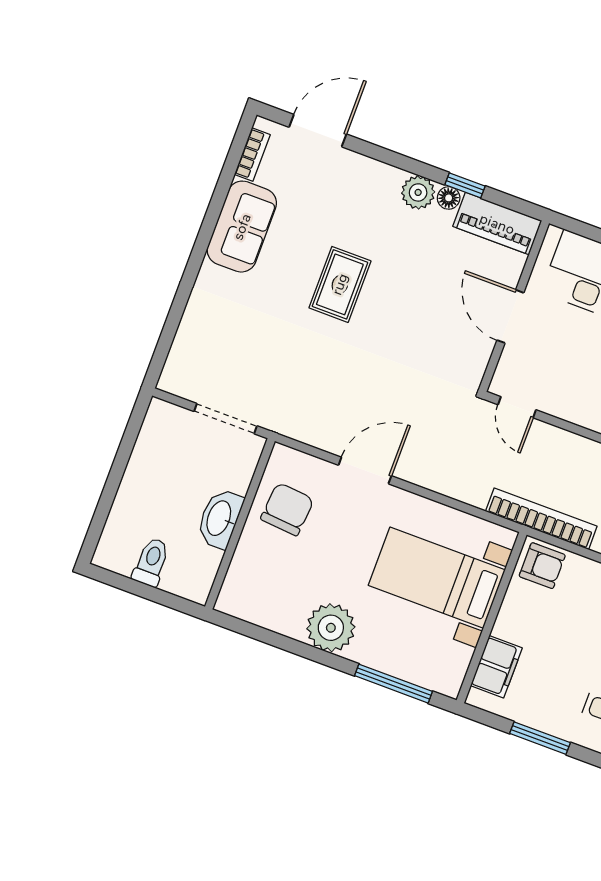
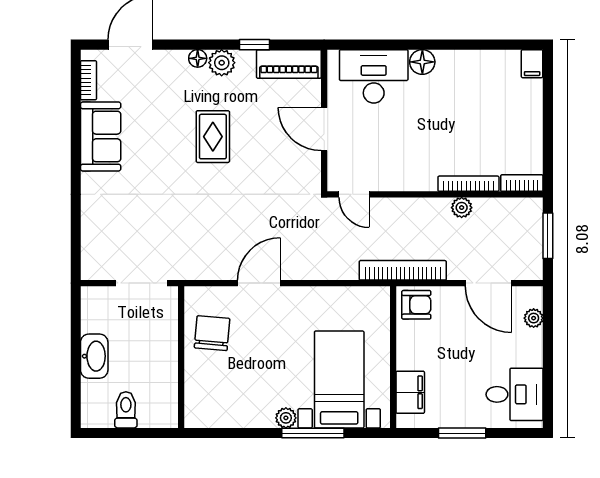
floor lamp: (449, 198) -> (198, 58), moved
rug: (340, 284) -> (213, 137), moved
washbasin: (220, 519) -> (94, 356), moved, turned 180
bed with nightstands: (437, 578) -> (339, 379), moved, turned 90
plant: (331, 628) -> (286, 418), width x0.53, depth x0.53
window: (394, 684) -> (313, 433), moved

